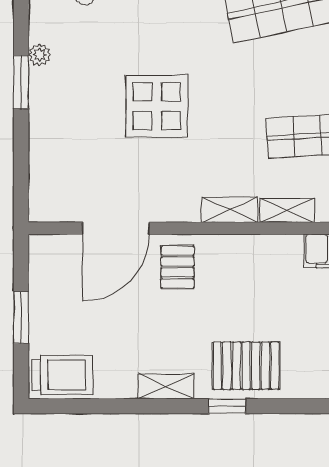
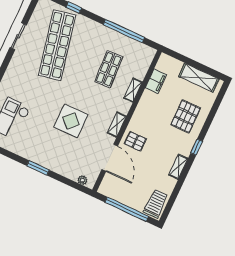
plant: (40, 55) -> (82, 180), moved
shelving: (230, 210) -> (117, 125), moved
window: (21, 317) -> (127, 209), width x2.11
pallet: (246, 366) -> (186, 116), moved

